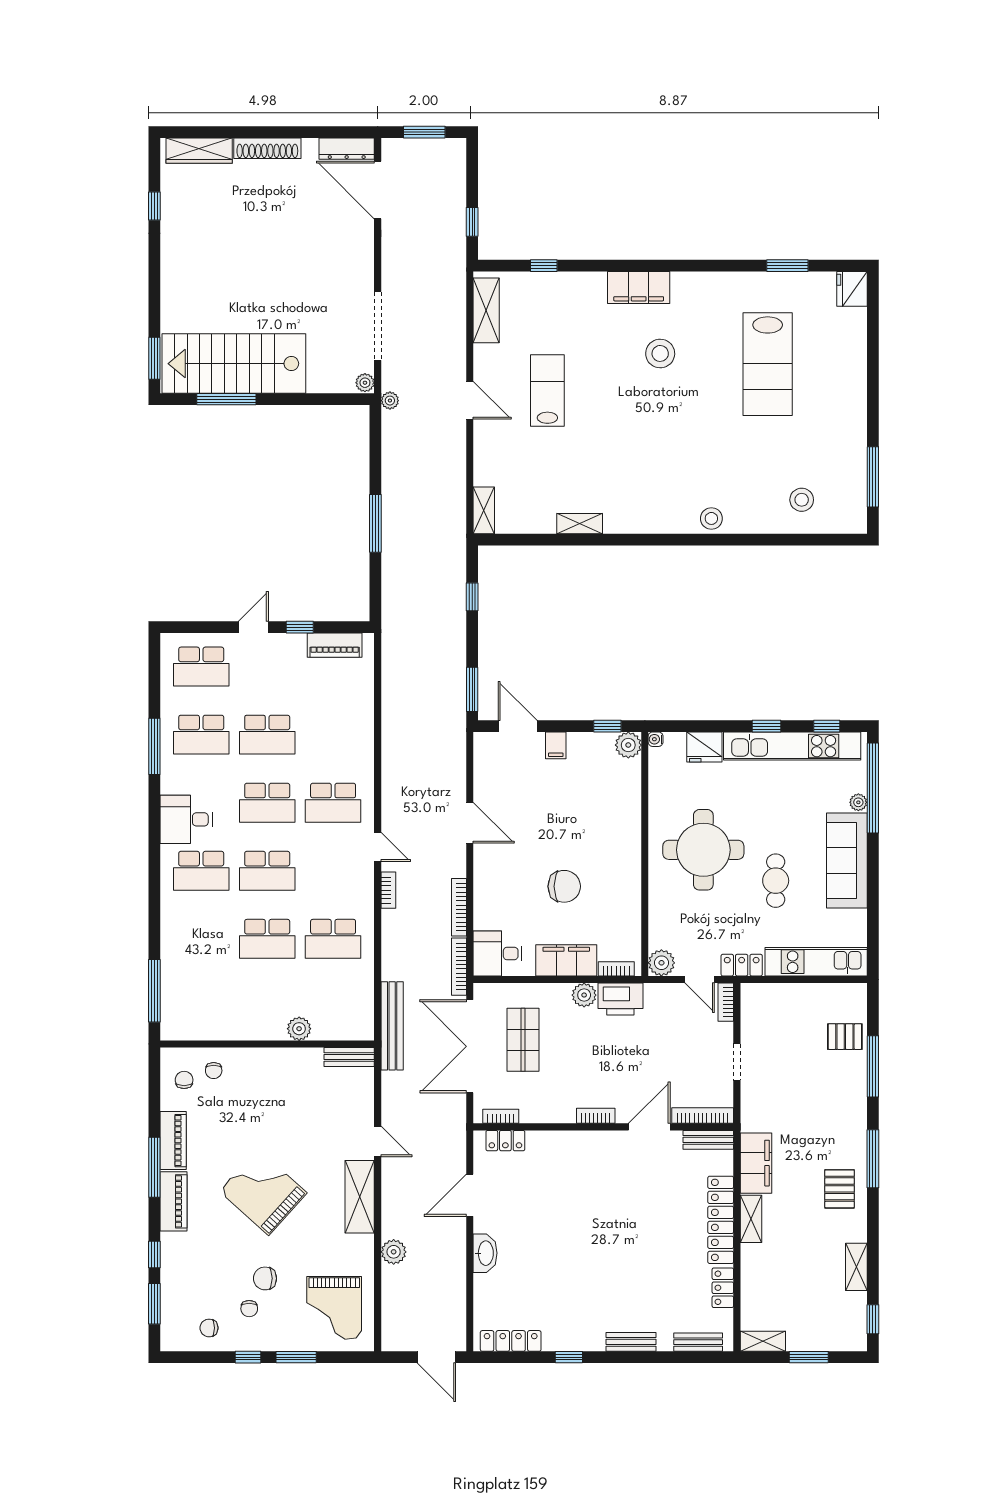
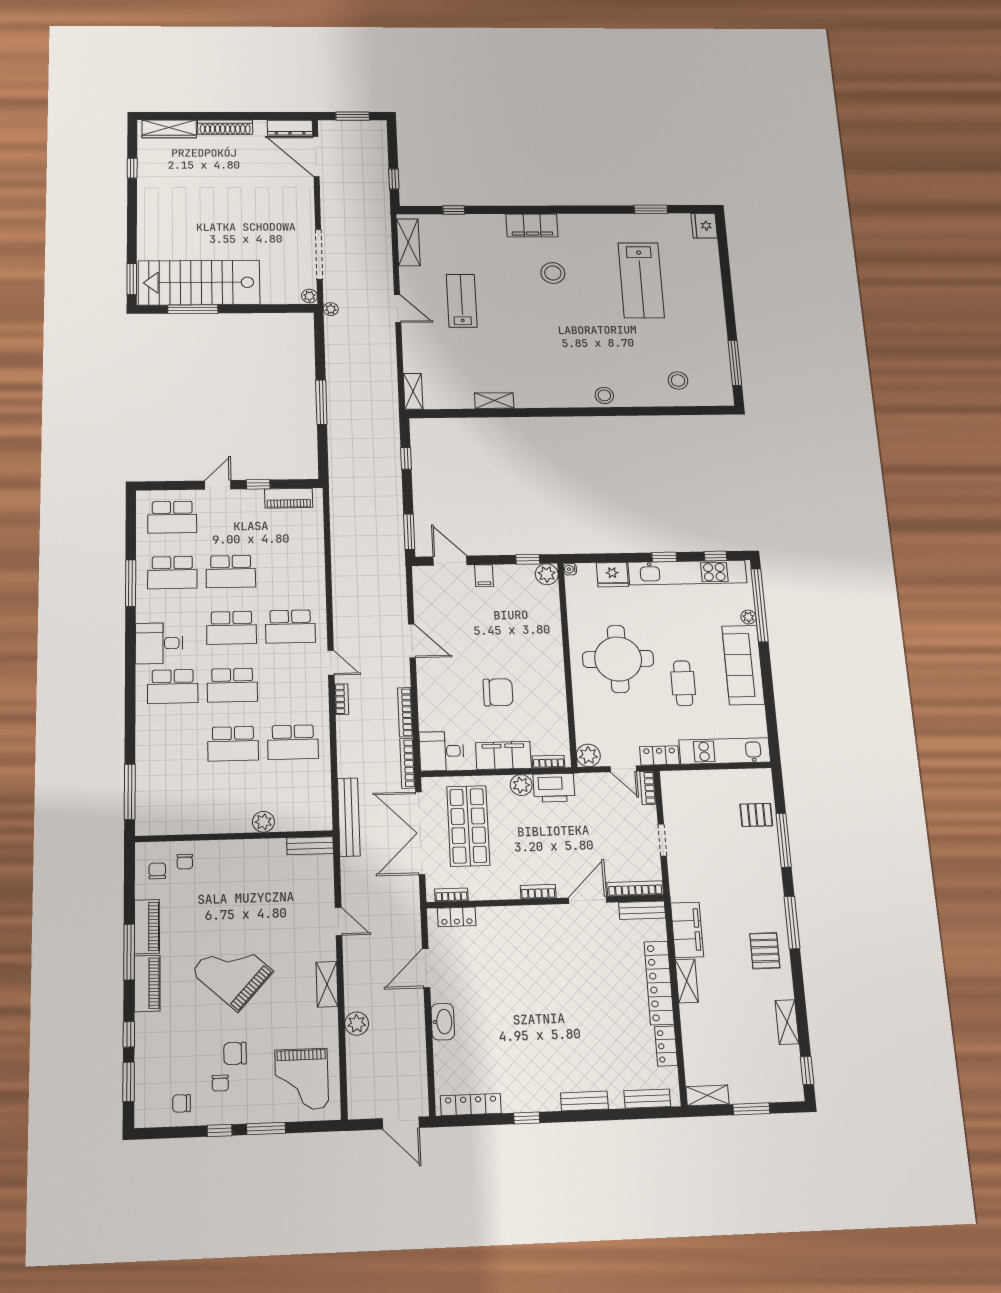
shop shelf: (523, 1040) -> (468, 826), width x1.43, depth x1.36
shelving: (360, 1197) -> (327, 984), width x0.67, depth x0.75

